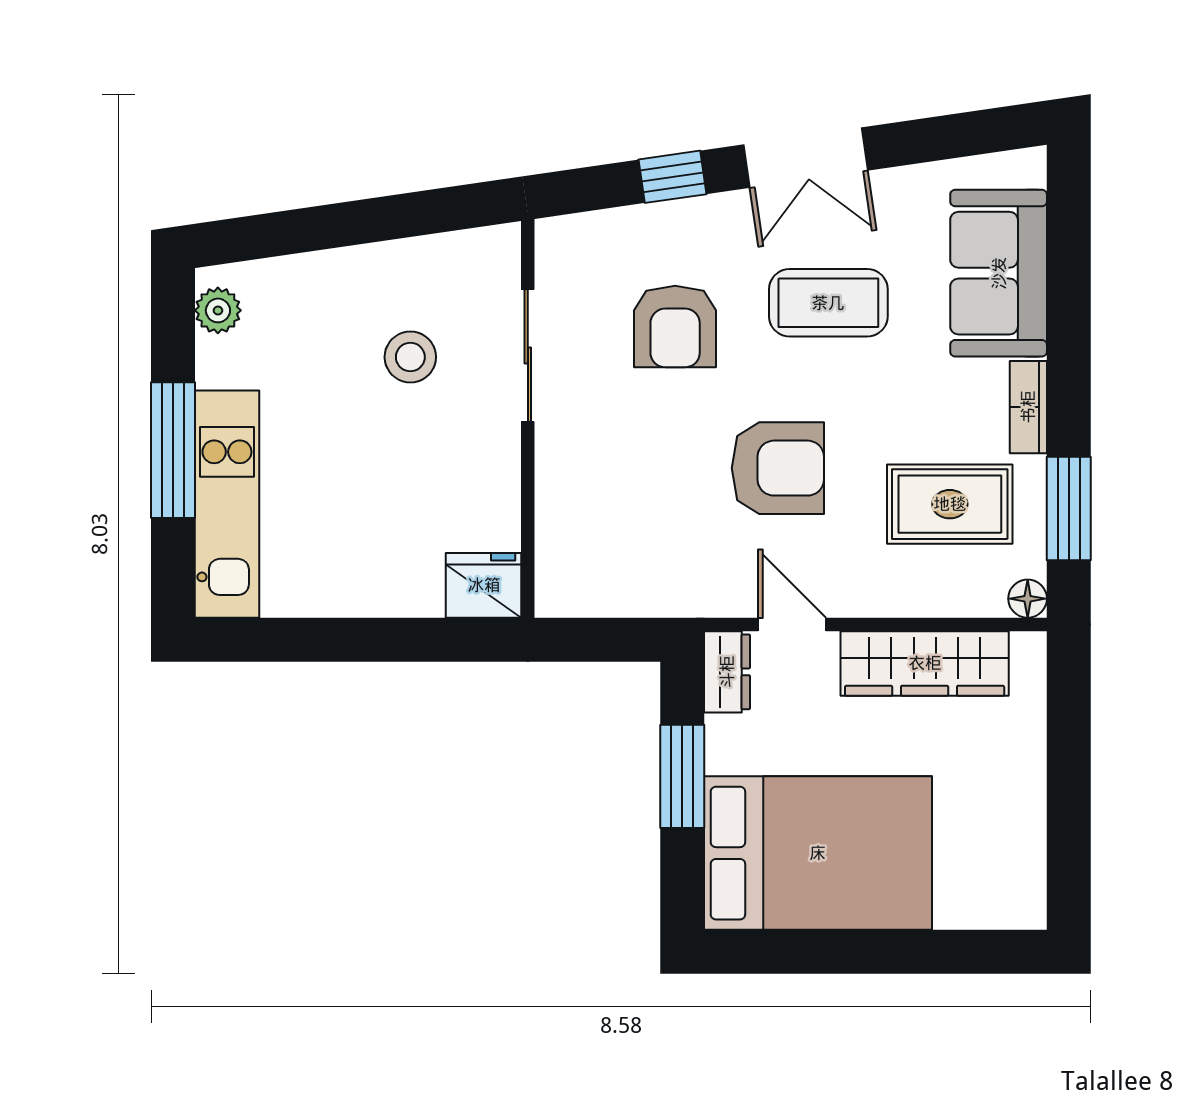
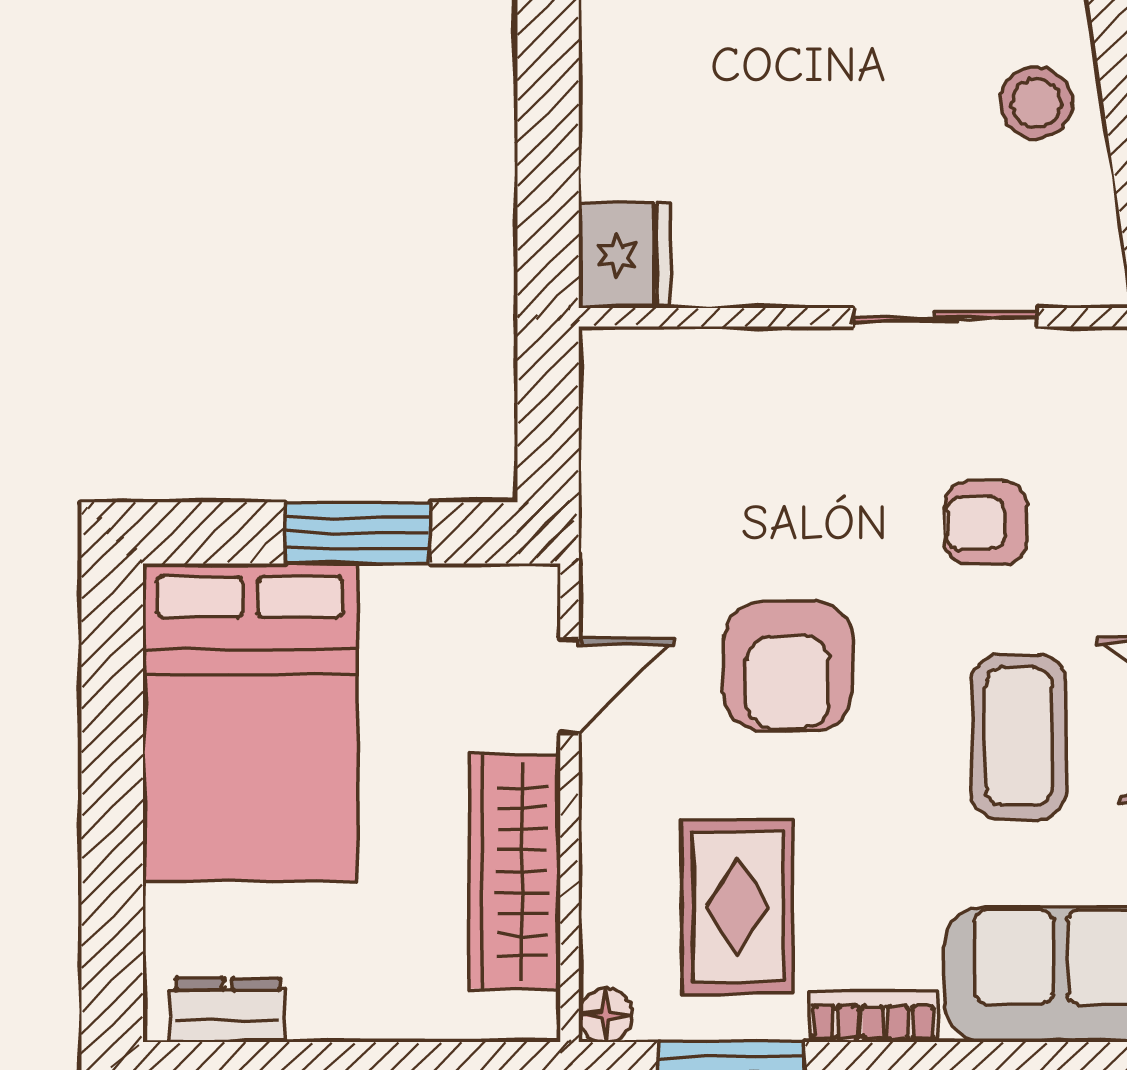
armchair: (675, 326) -> (986, 523), width x0.72, depth x0.72
stool: (410, 357) -> (1036, 103), moved
dresser: (727, 672) -> (228, 1010), moved, turned 180

